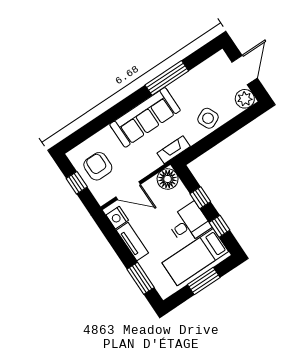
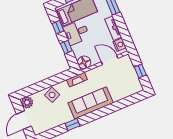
window: (167, 78) -> (73, 125), width x0.46
armchair: (98, 166) -> (125, 79), removed

